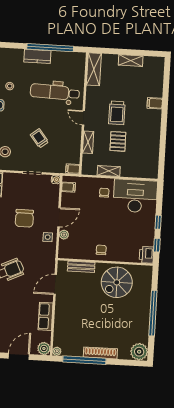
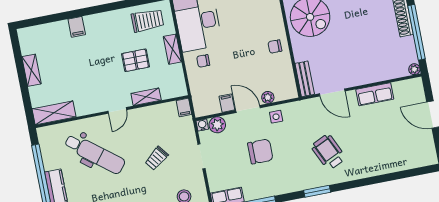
dental chair: (55, 92) -> (95, 154), turned -54
trolley: (117, 113) -> (147, 21), moved
shelving: (109, 171) -> (172, 49), moved
filing cabinet: (68, 187) -> (227, 103), moved
bench: (81, 267) -> (305, 79), moved
plant: (44, 348) -> (217, 125), moved

